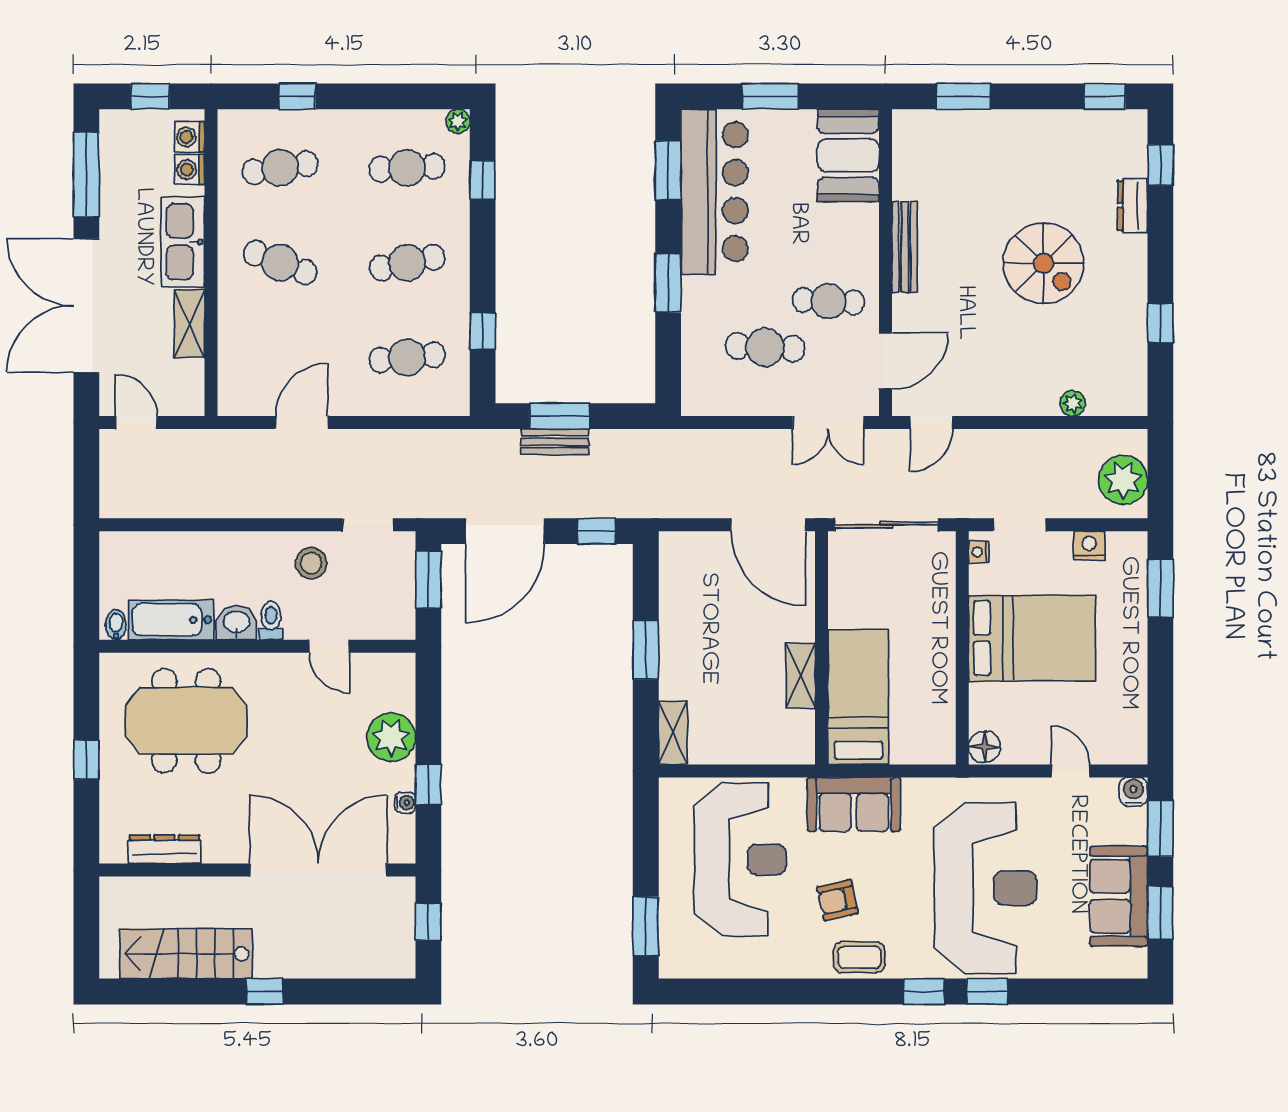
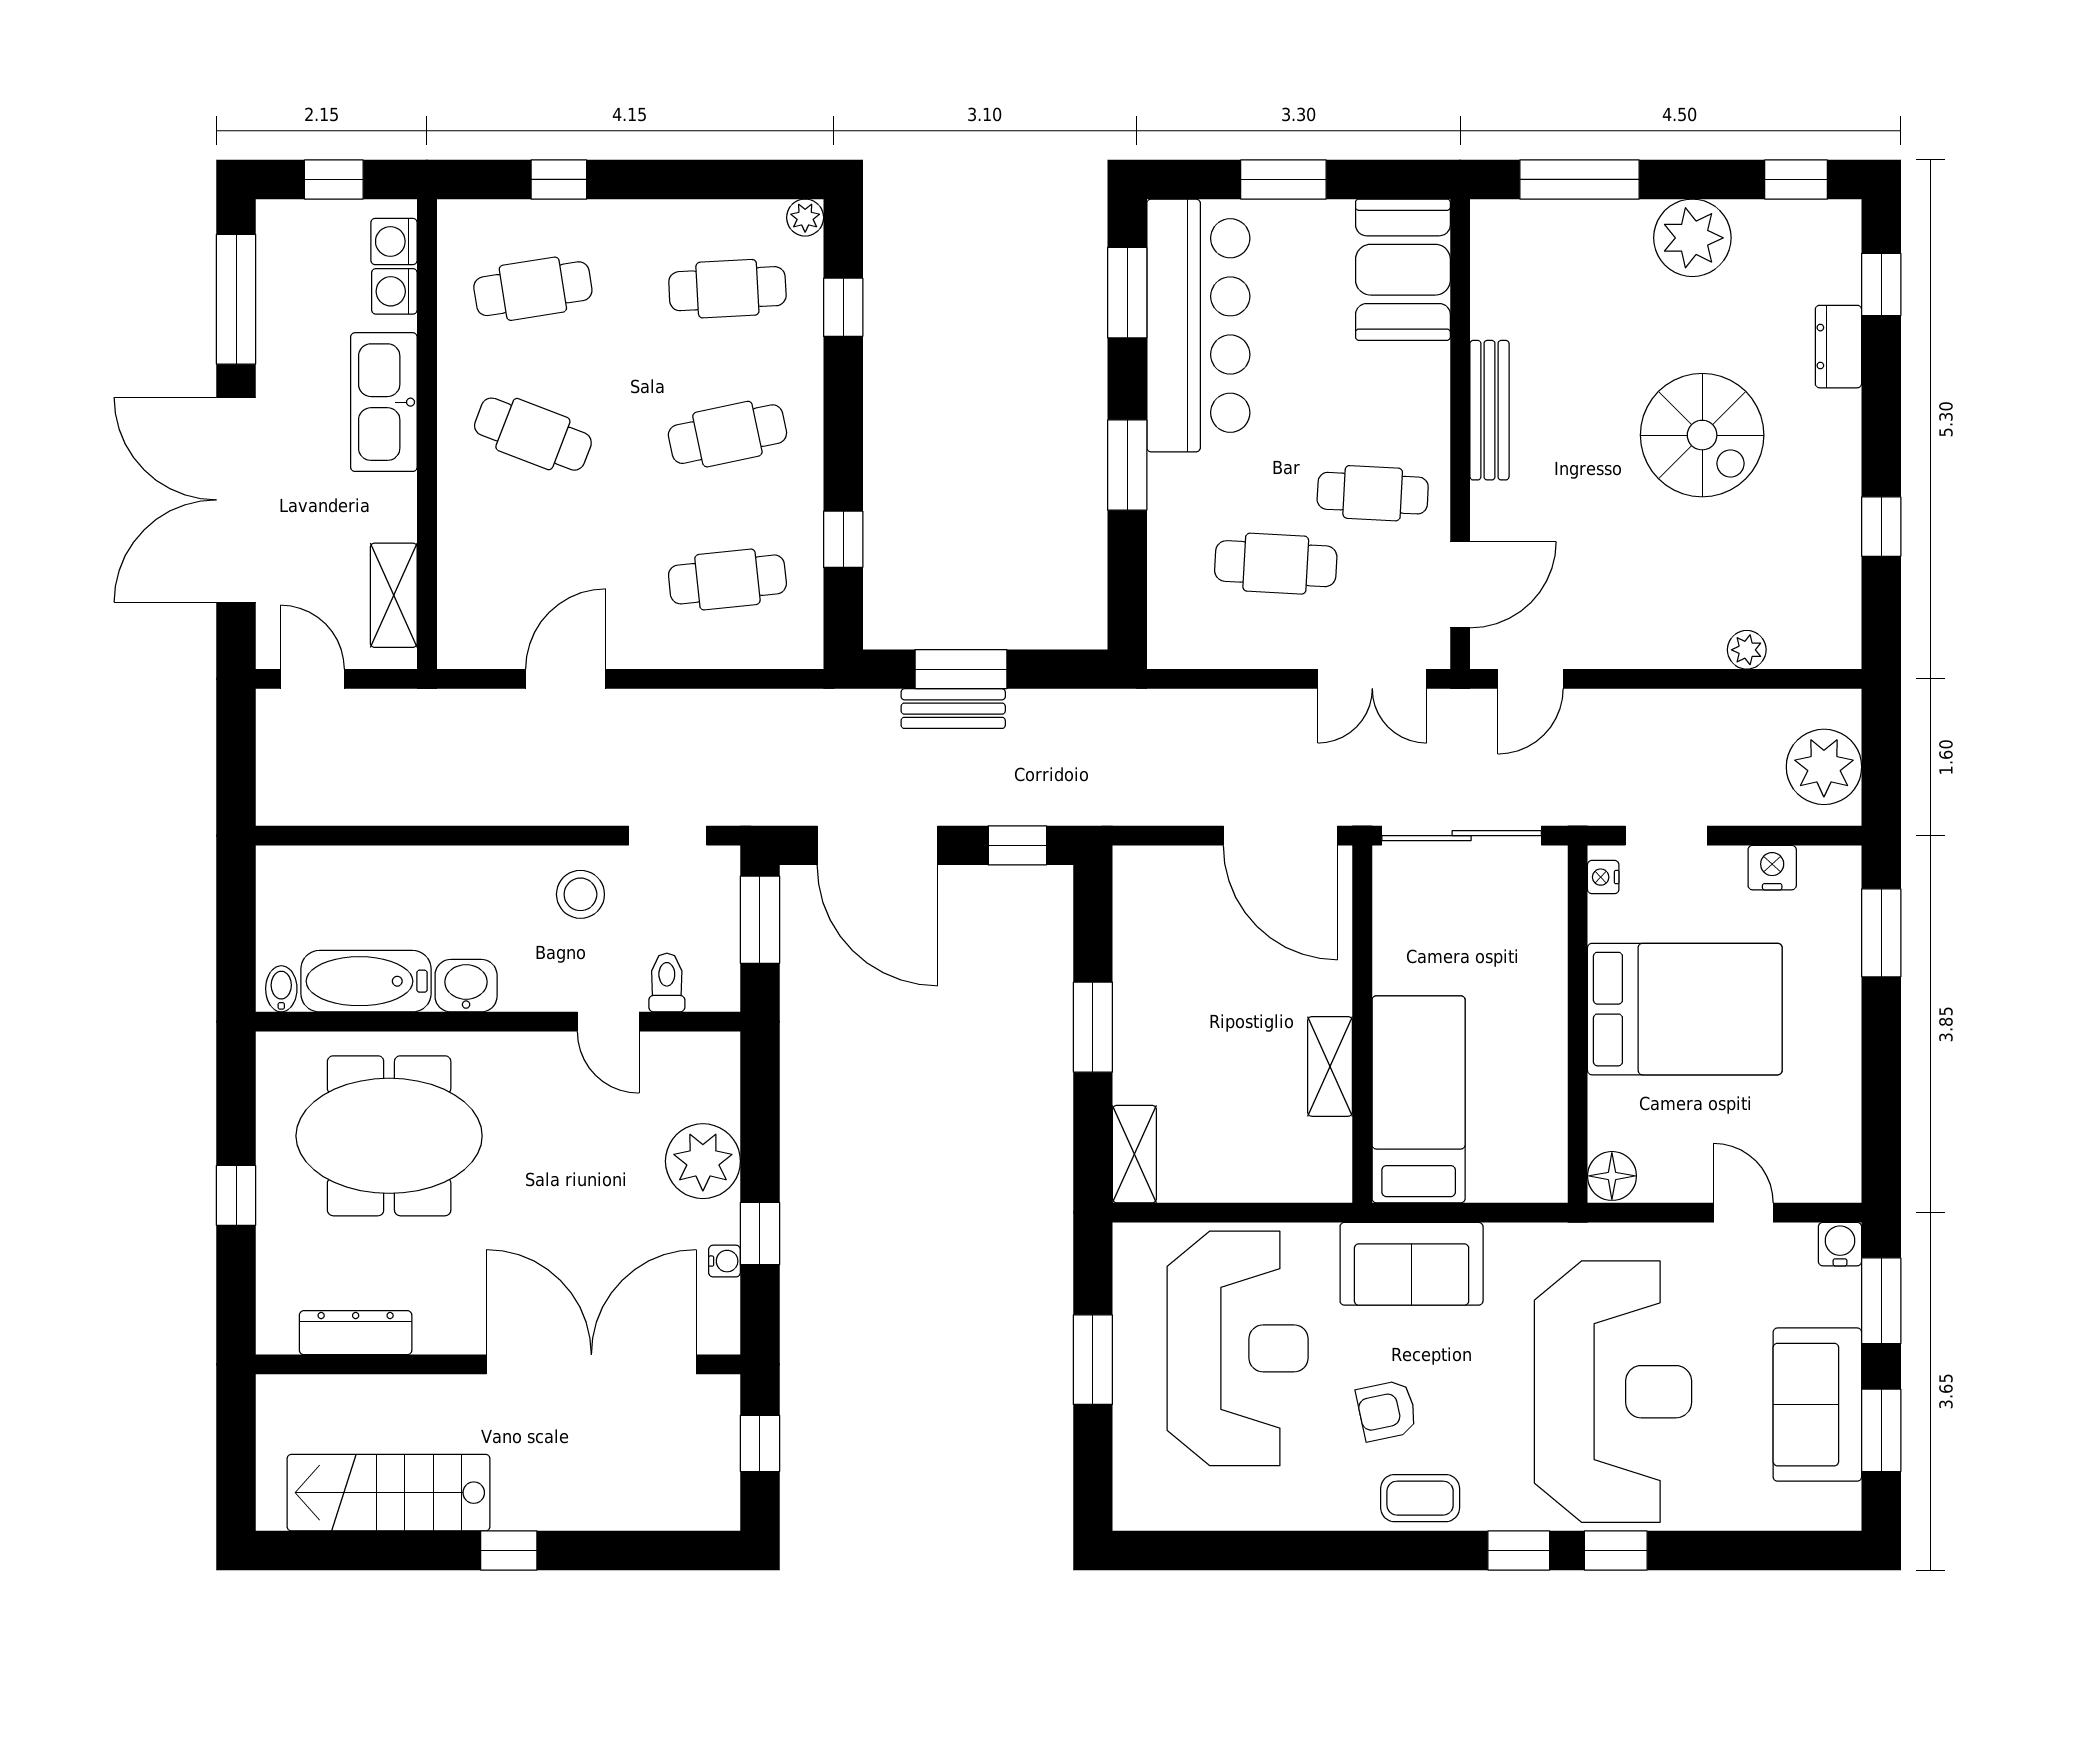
window: (963, 96) -> (1579, 179), width x1.44
plant: (1037, 134) -> (1692, 238), added
shelving: (189, 324) -> (394, 595), moved
door: (505, 531) -> (877, 845), hinge flipped
toilet: (271, 621) -> (667, 983), moved
window: (646, 926) -> (1093, 1360), moved

